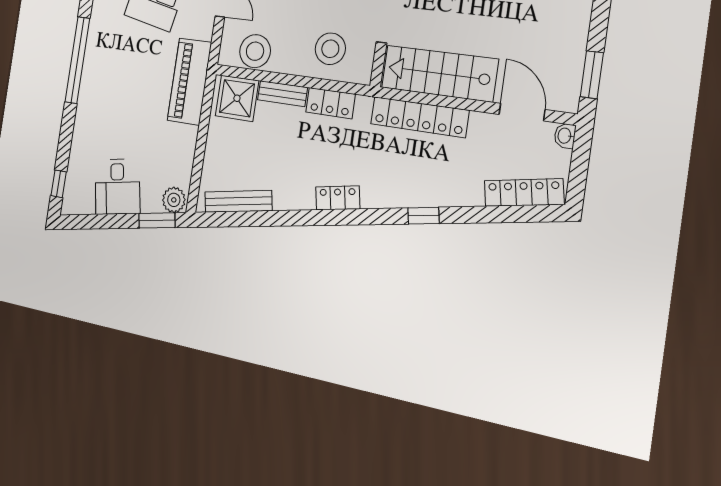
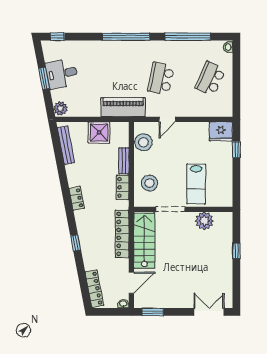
shower: (237, 98) -> (99, 133), moved
window: (157, 220) -> (44, 78), moved

